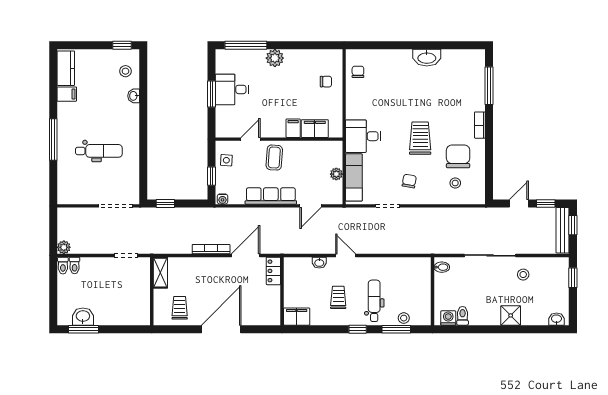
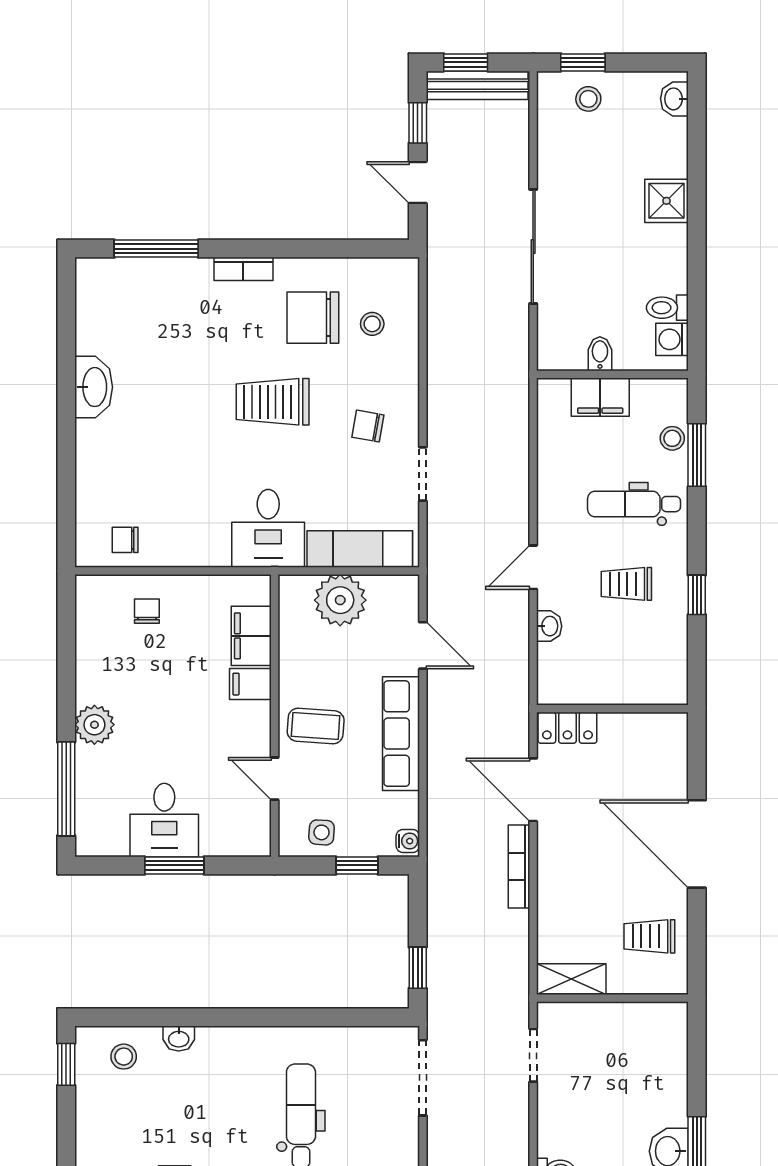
plant: (336, 174) -> (340, 600), width x1.88, depth x1.88
bidet: (442, 267) -> (600, 354), moved
stool: (523, 275) -> (588, 99), moved
filing cabinet: (297, 317) -> (600, 397), moved, turned -90
window: (358, 329) -> (697, 595), moved

